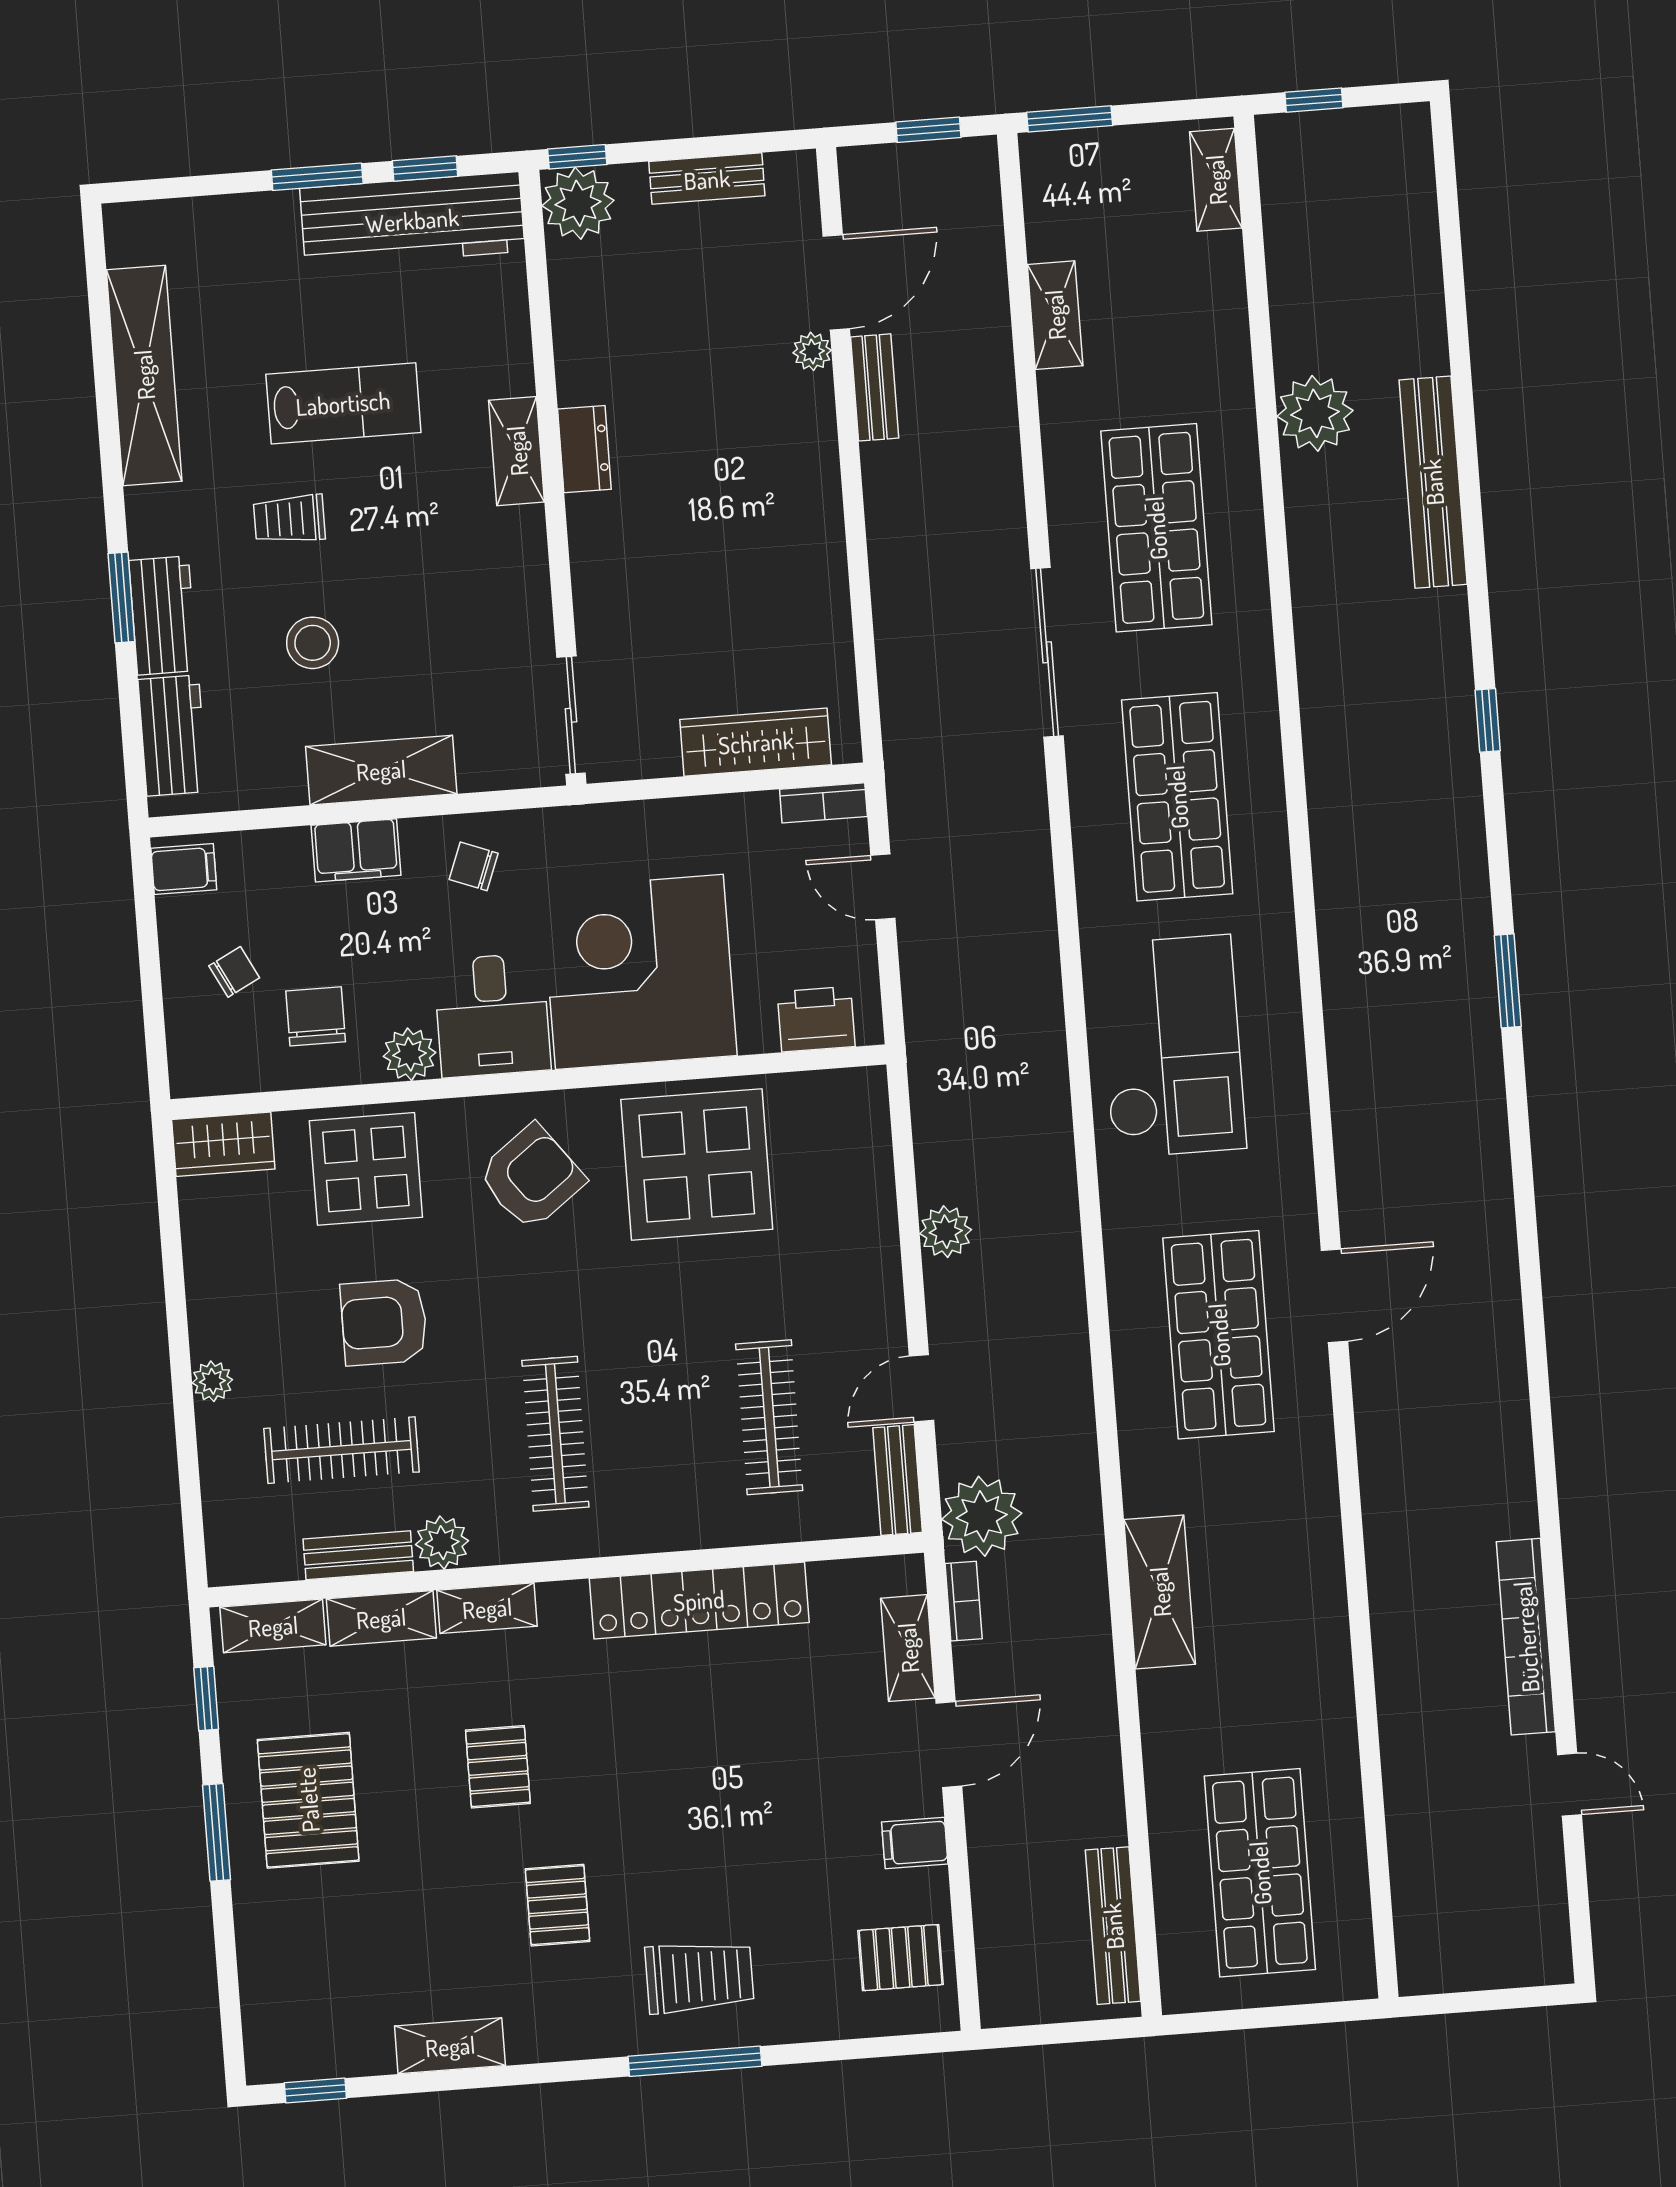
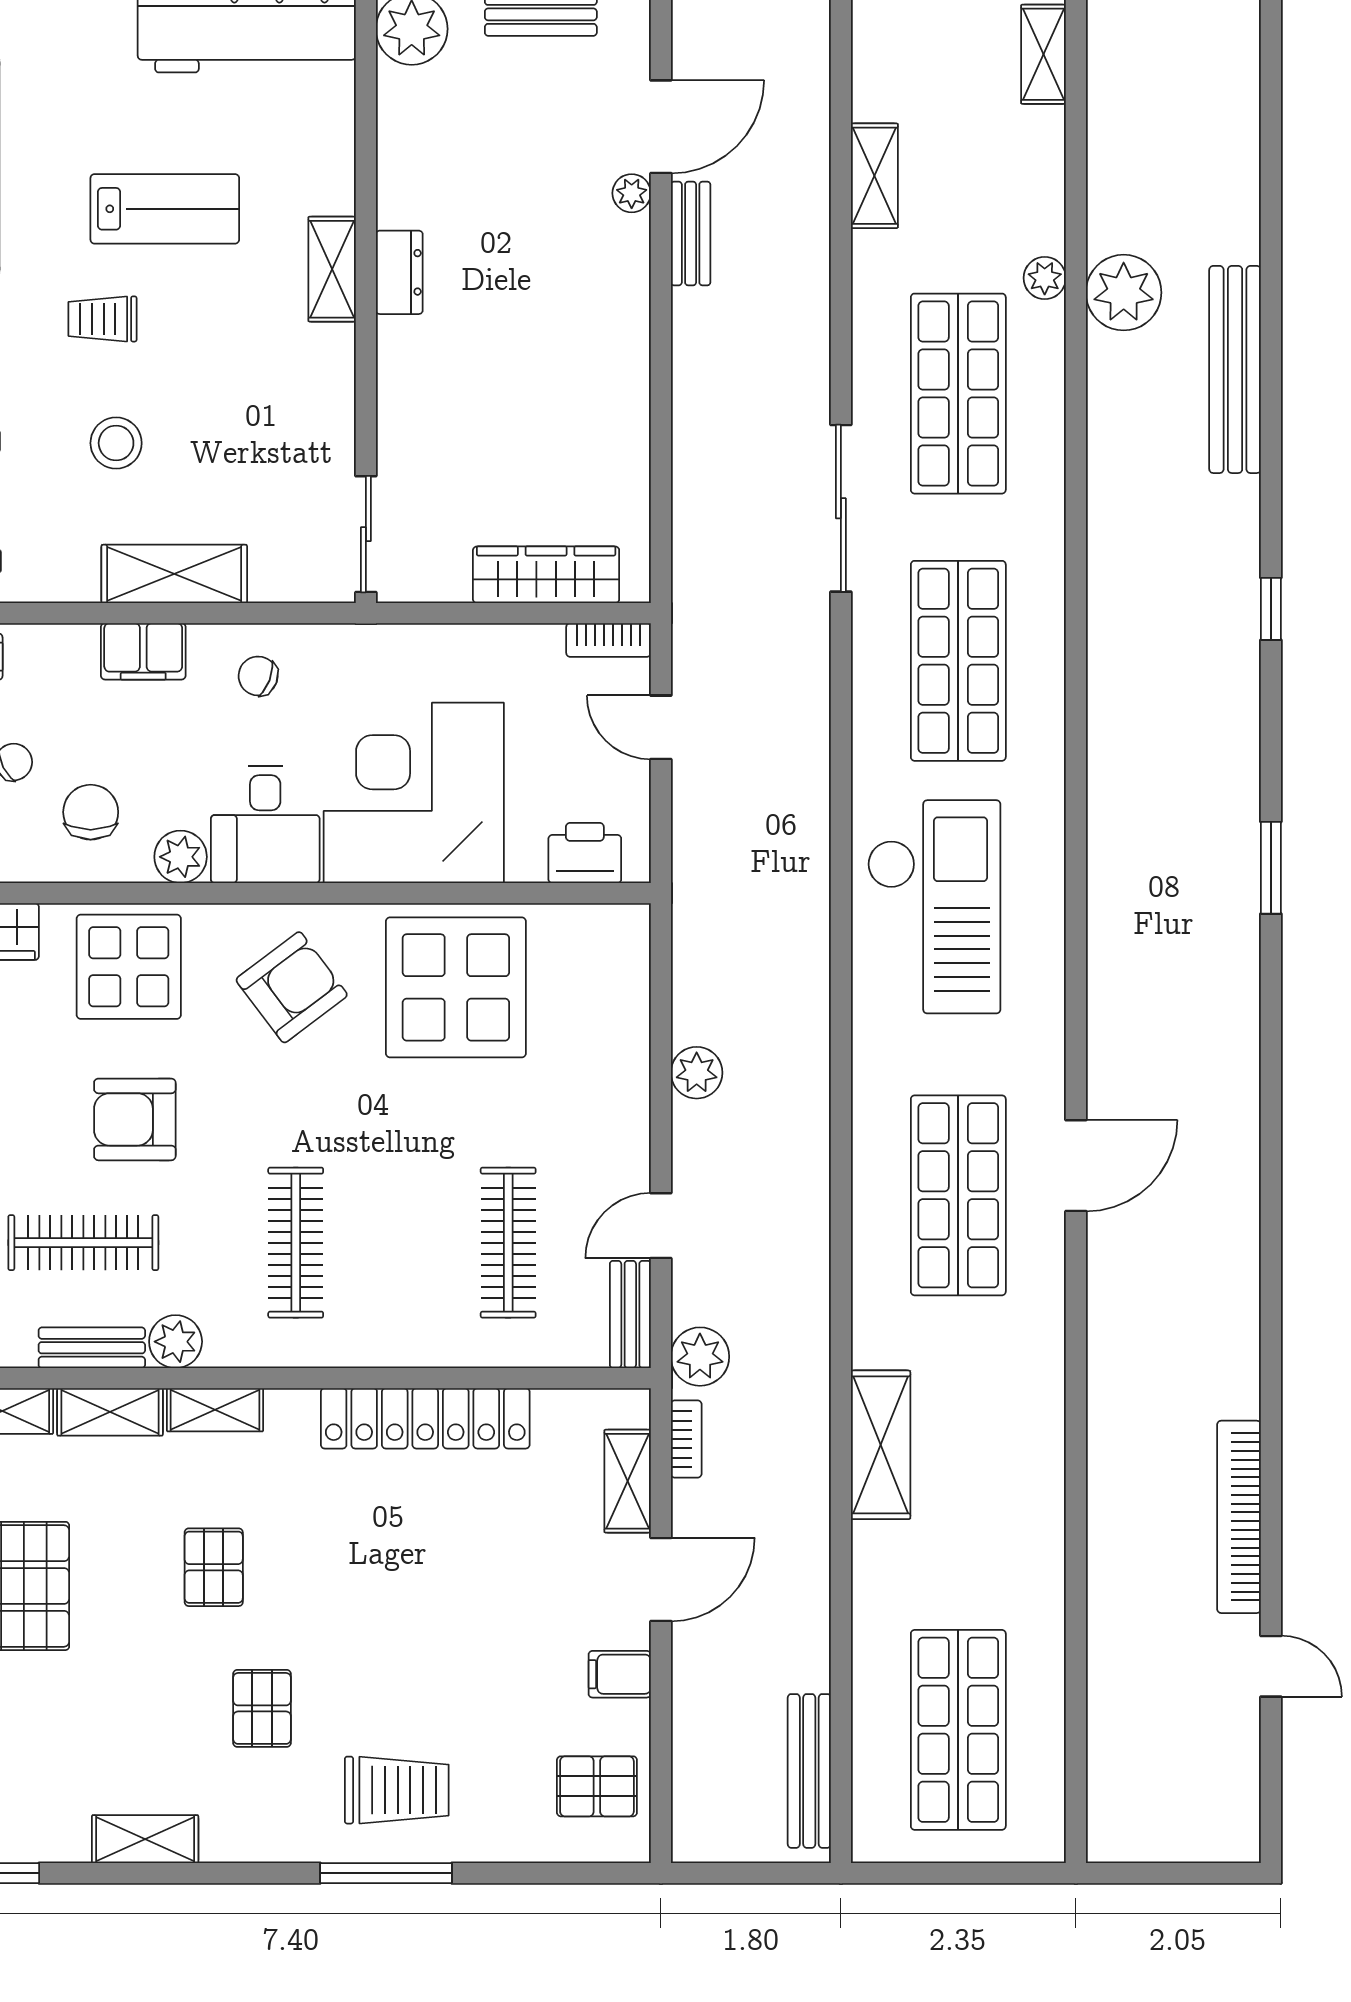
plant: (1234, 405) -> (1045, 278), added
plant: (982, 1516) -> (700, 1357), width x0.73, depth x0.73

